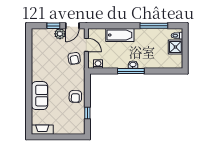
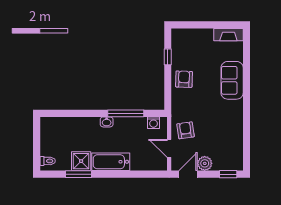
window: (53, 26) -> (228, 174), moved
window: (154, 26) -> (79, 174), width x0.69
bathtub: (120, 35) -> (111, 162), moved
shower: (175, 47) -> (81, 161), moved
window: (131, 71) -> (126, 113), moved

